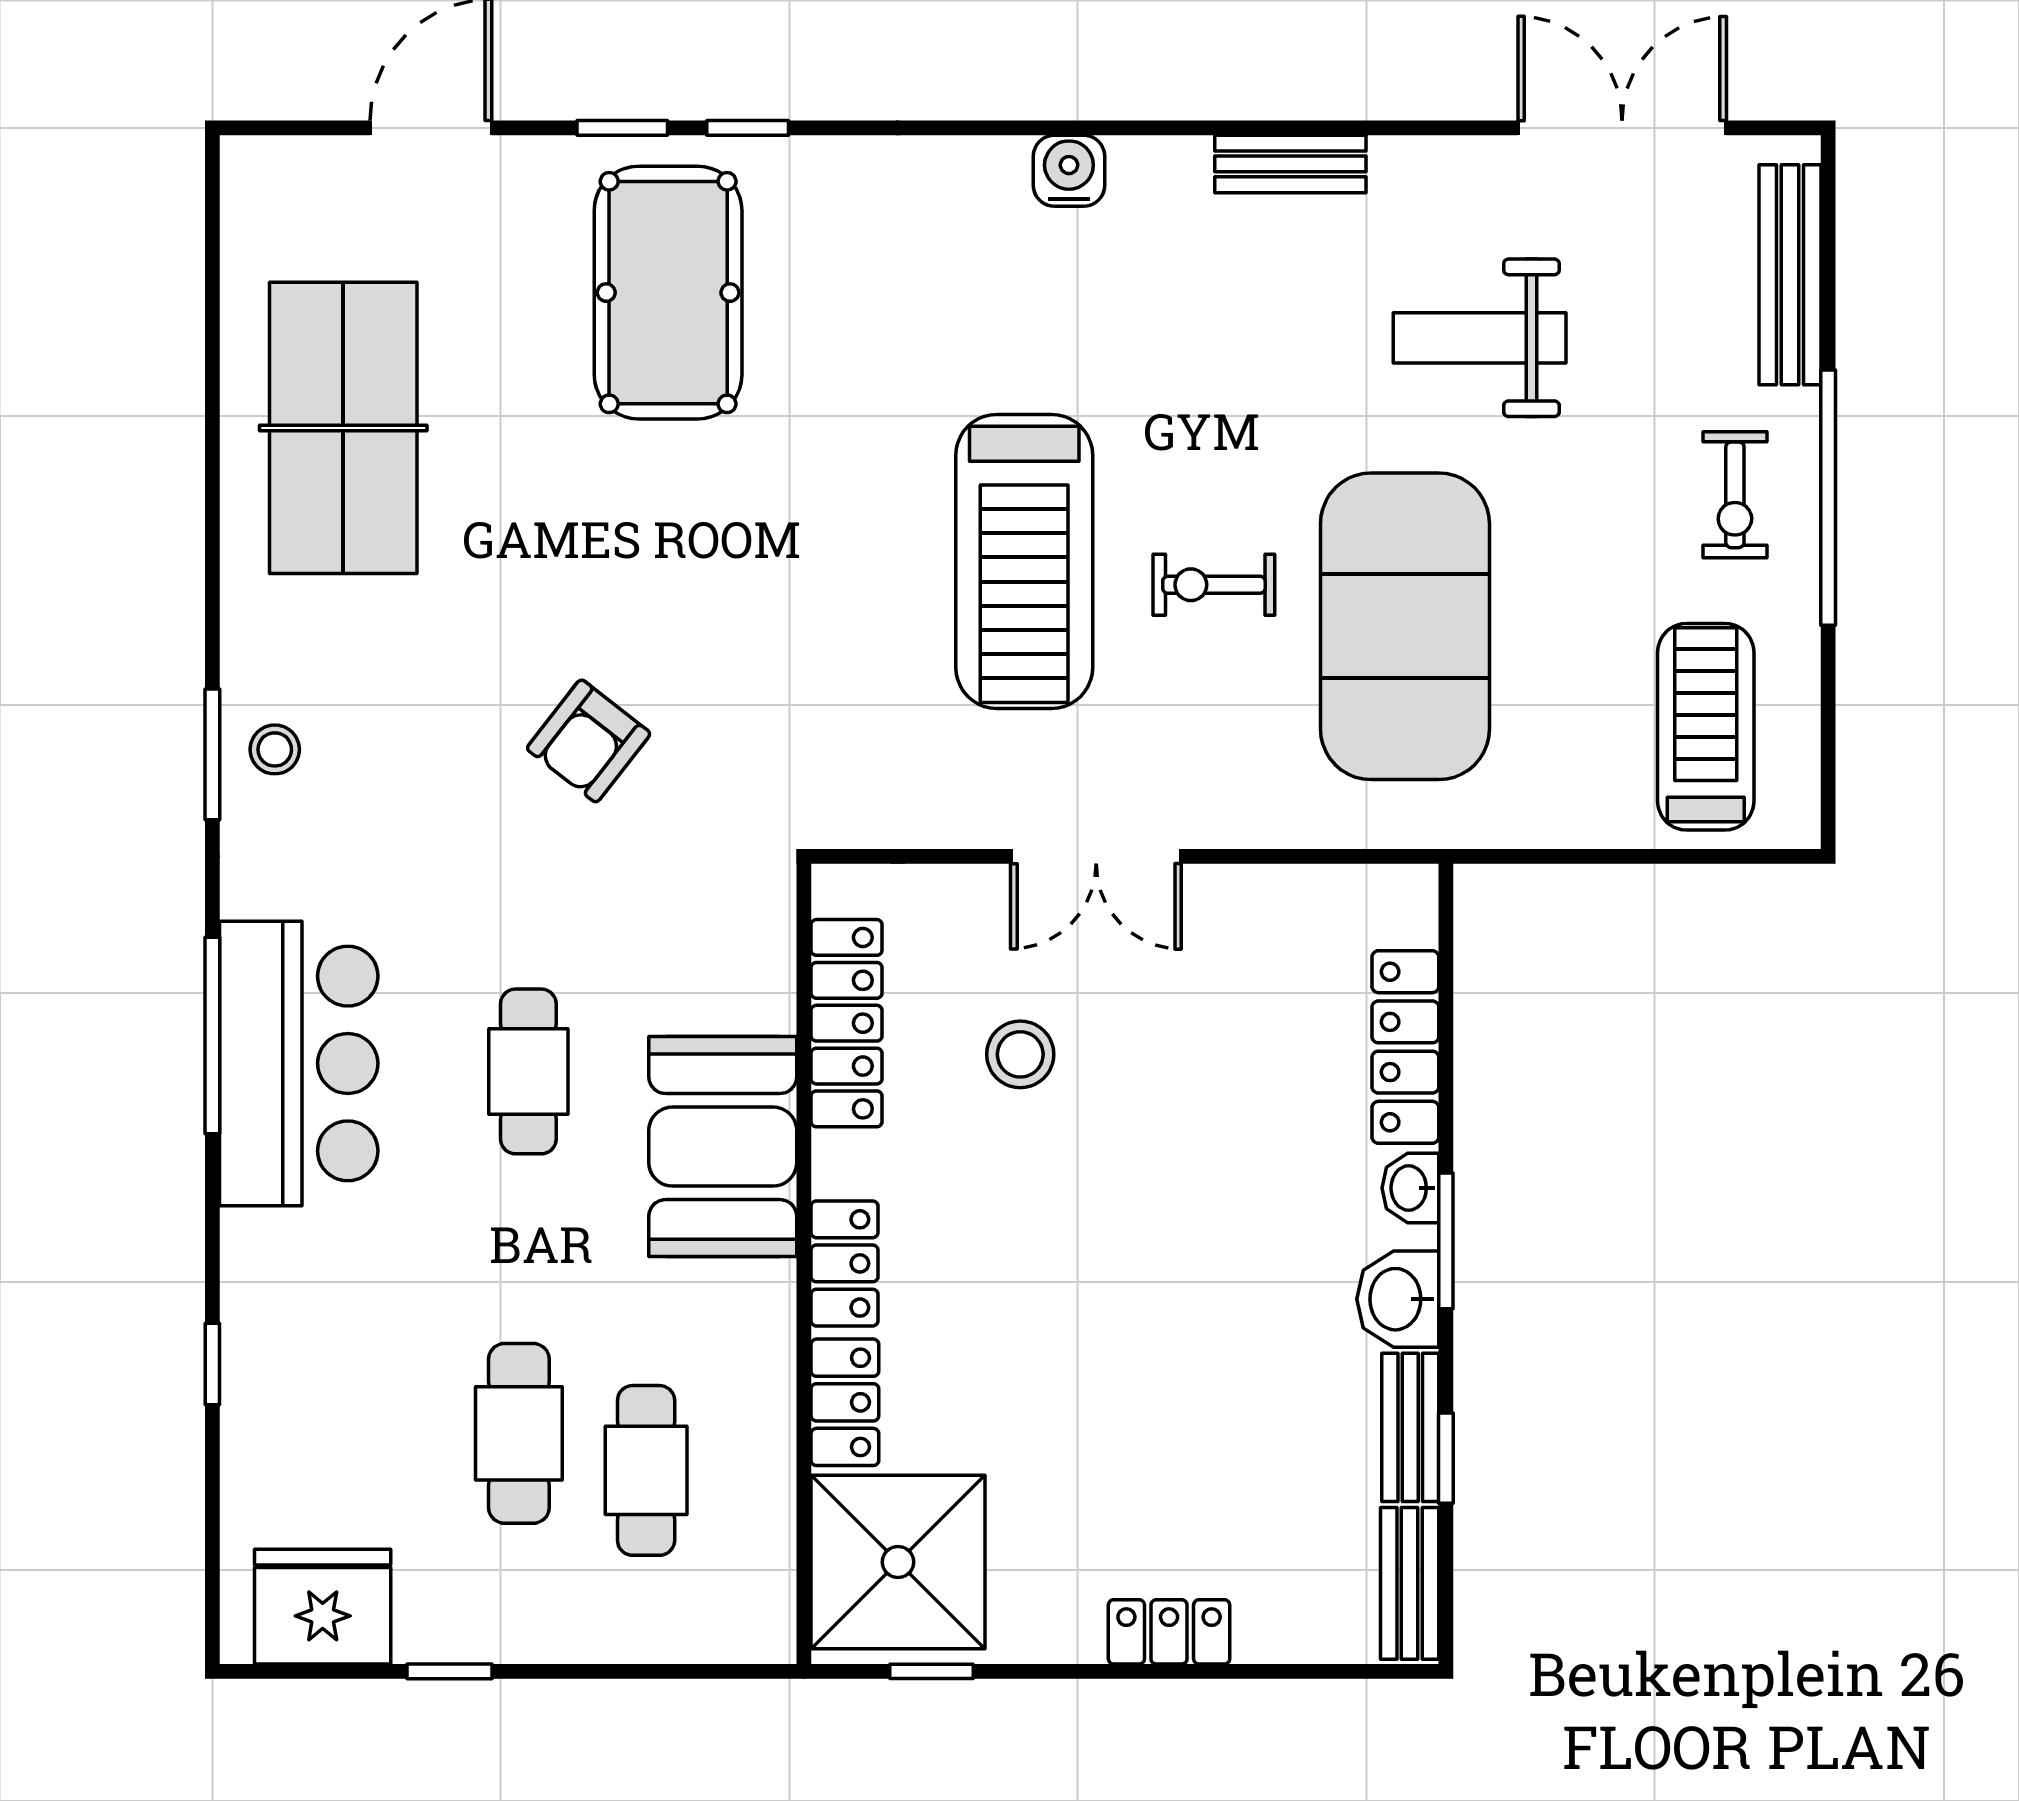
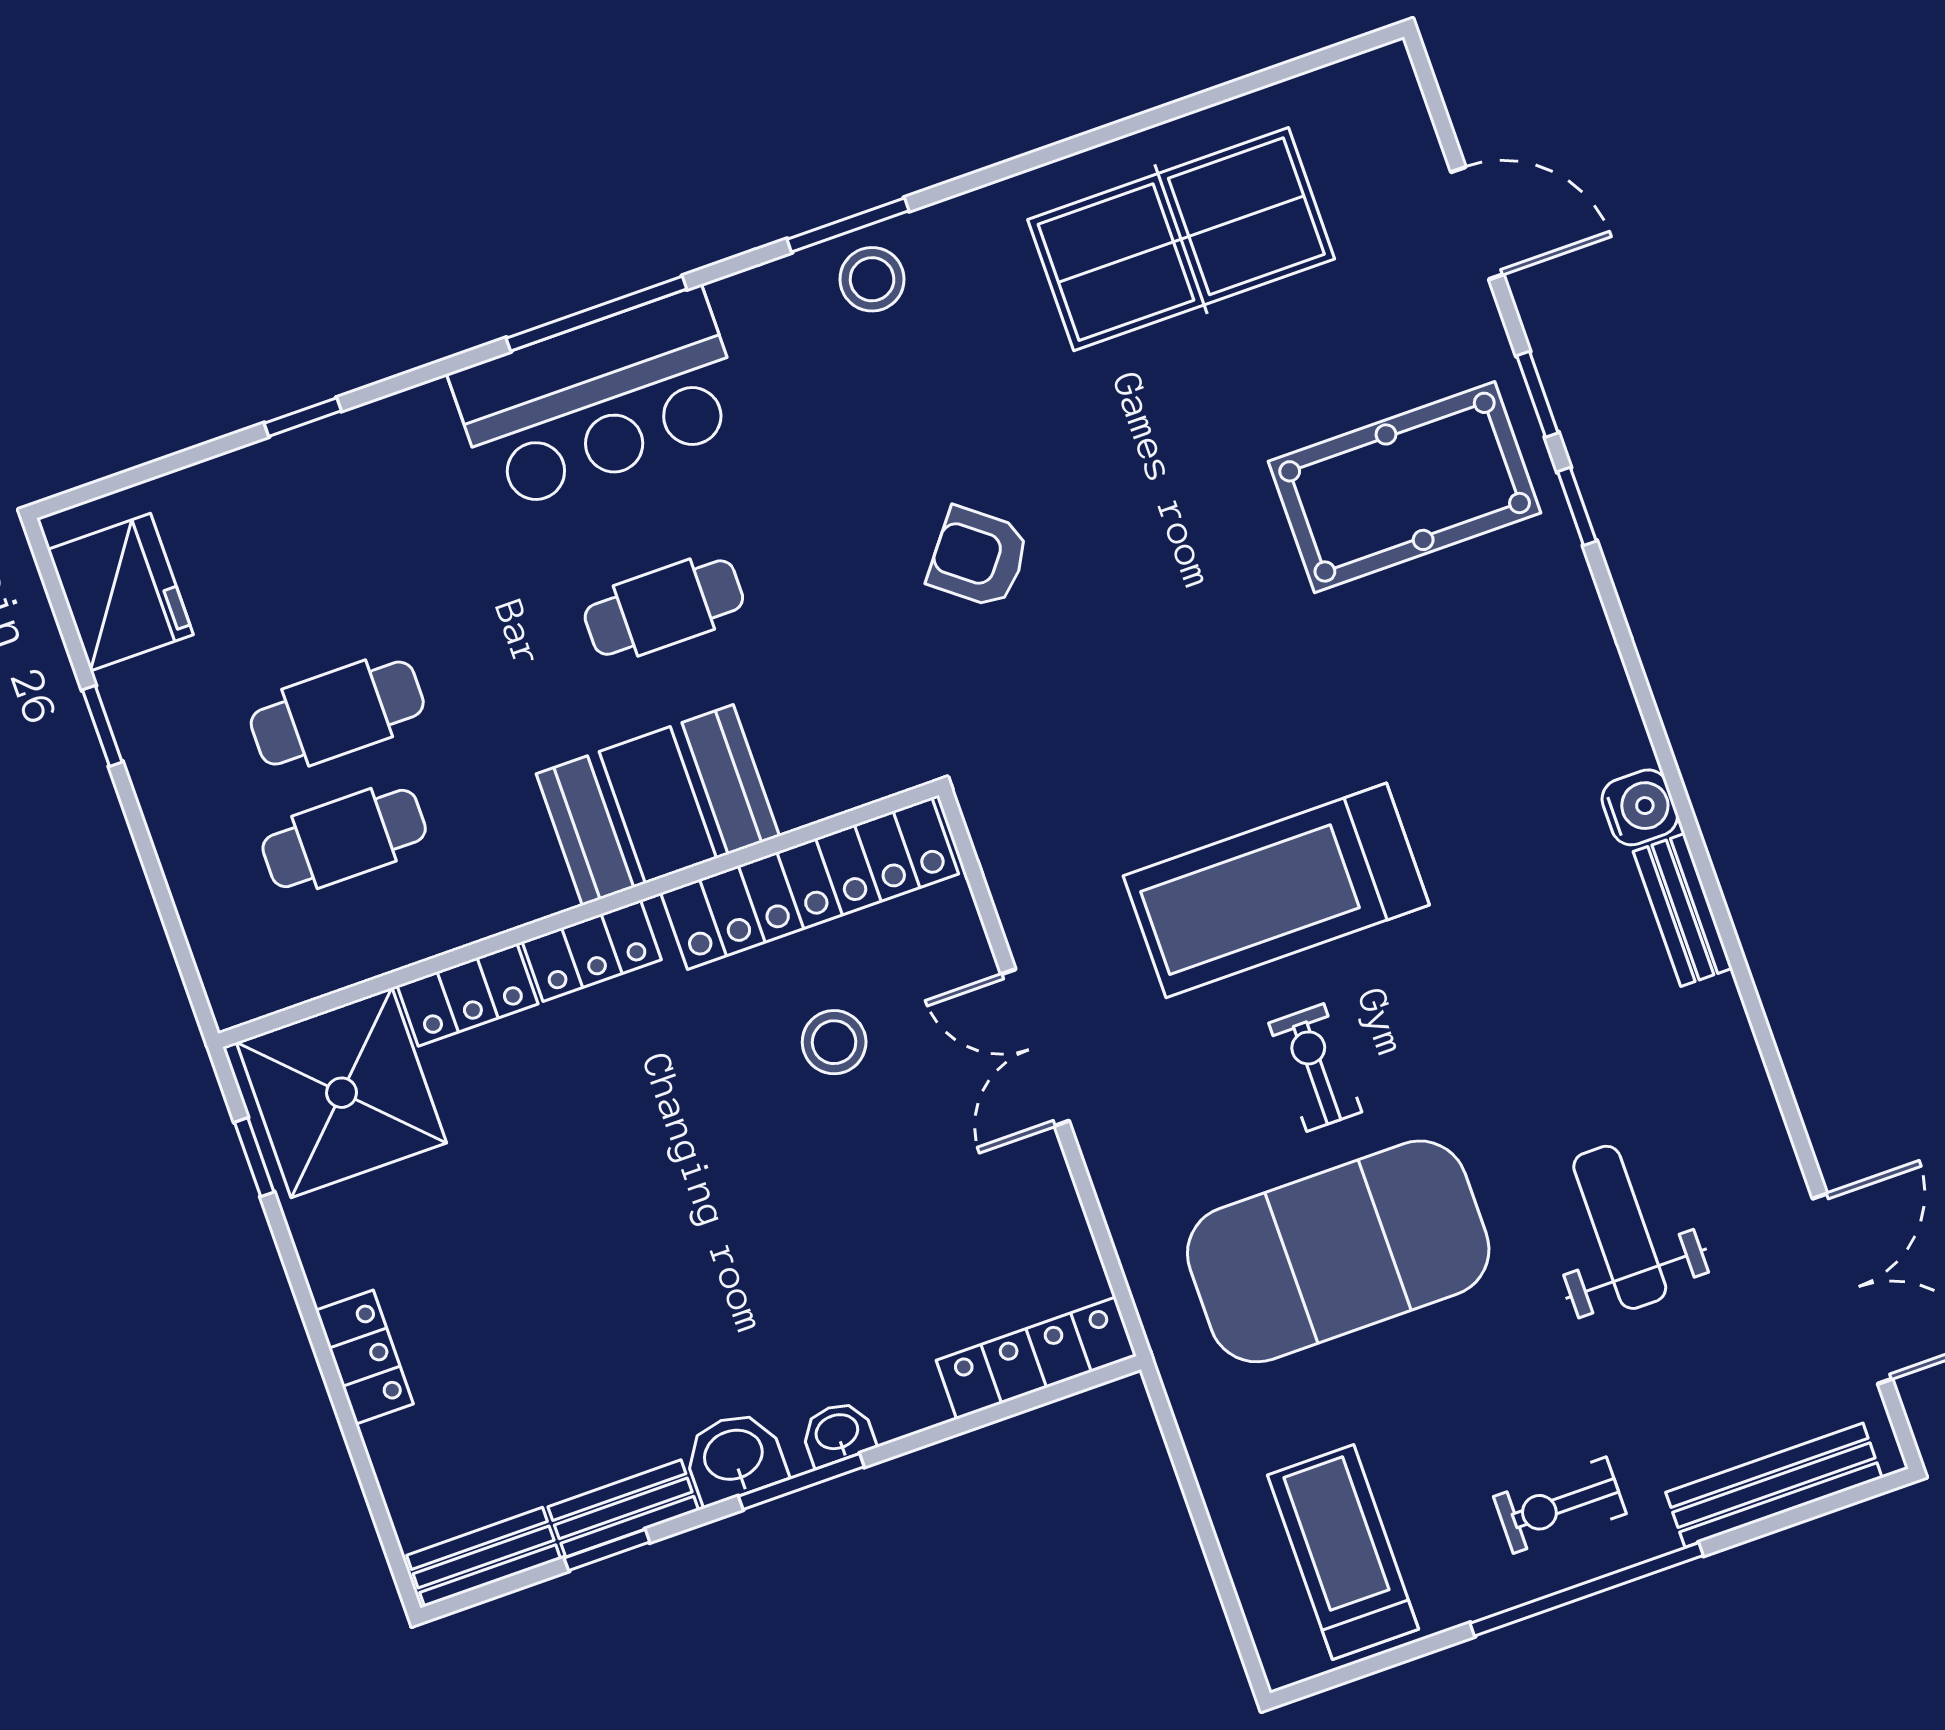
bench: (1290, 164) -> (1683, 910), moved
treadmill: (1706, 727) -> (1343, 1552), turned -90
stool: (275, 749) -> (872, 279), width x1.37, depth x1.37
locker: (847, 1023) -> (810, 884), width x1.41, depth x1.21
locker: (1405, 1047) -> (1036, 1358), moved

